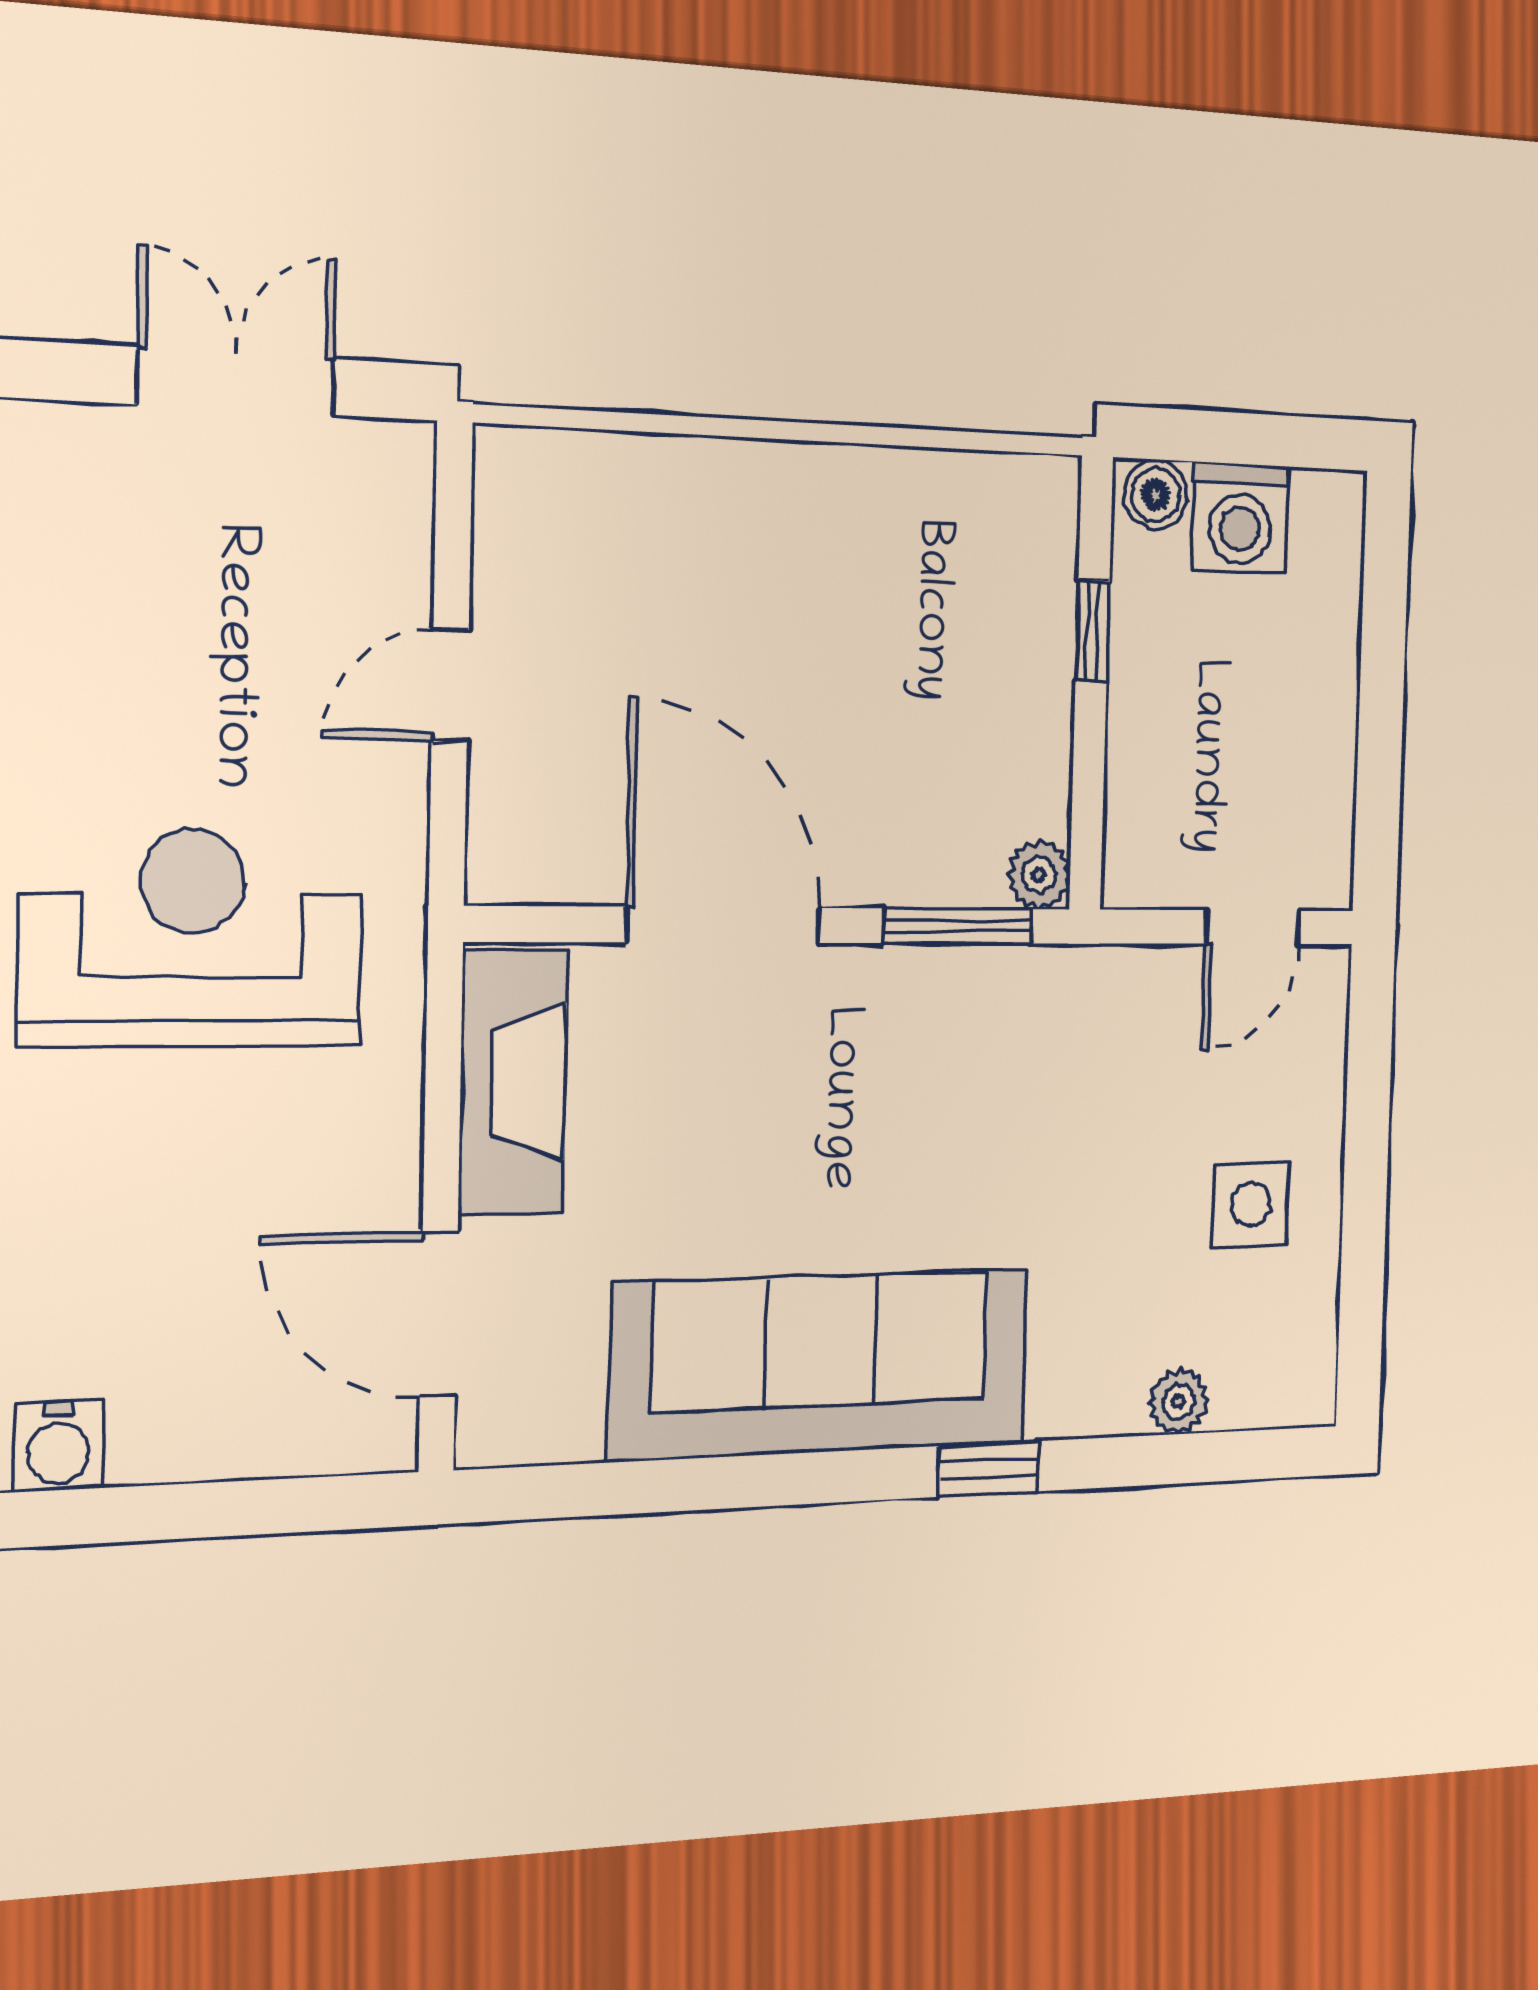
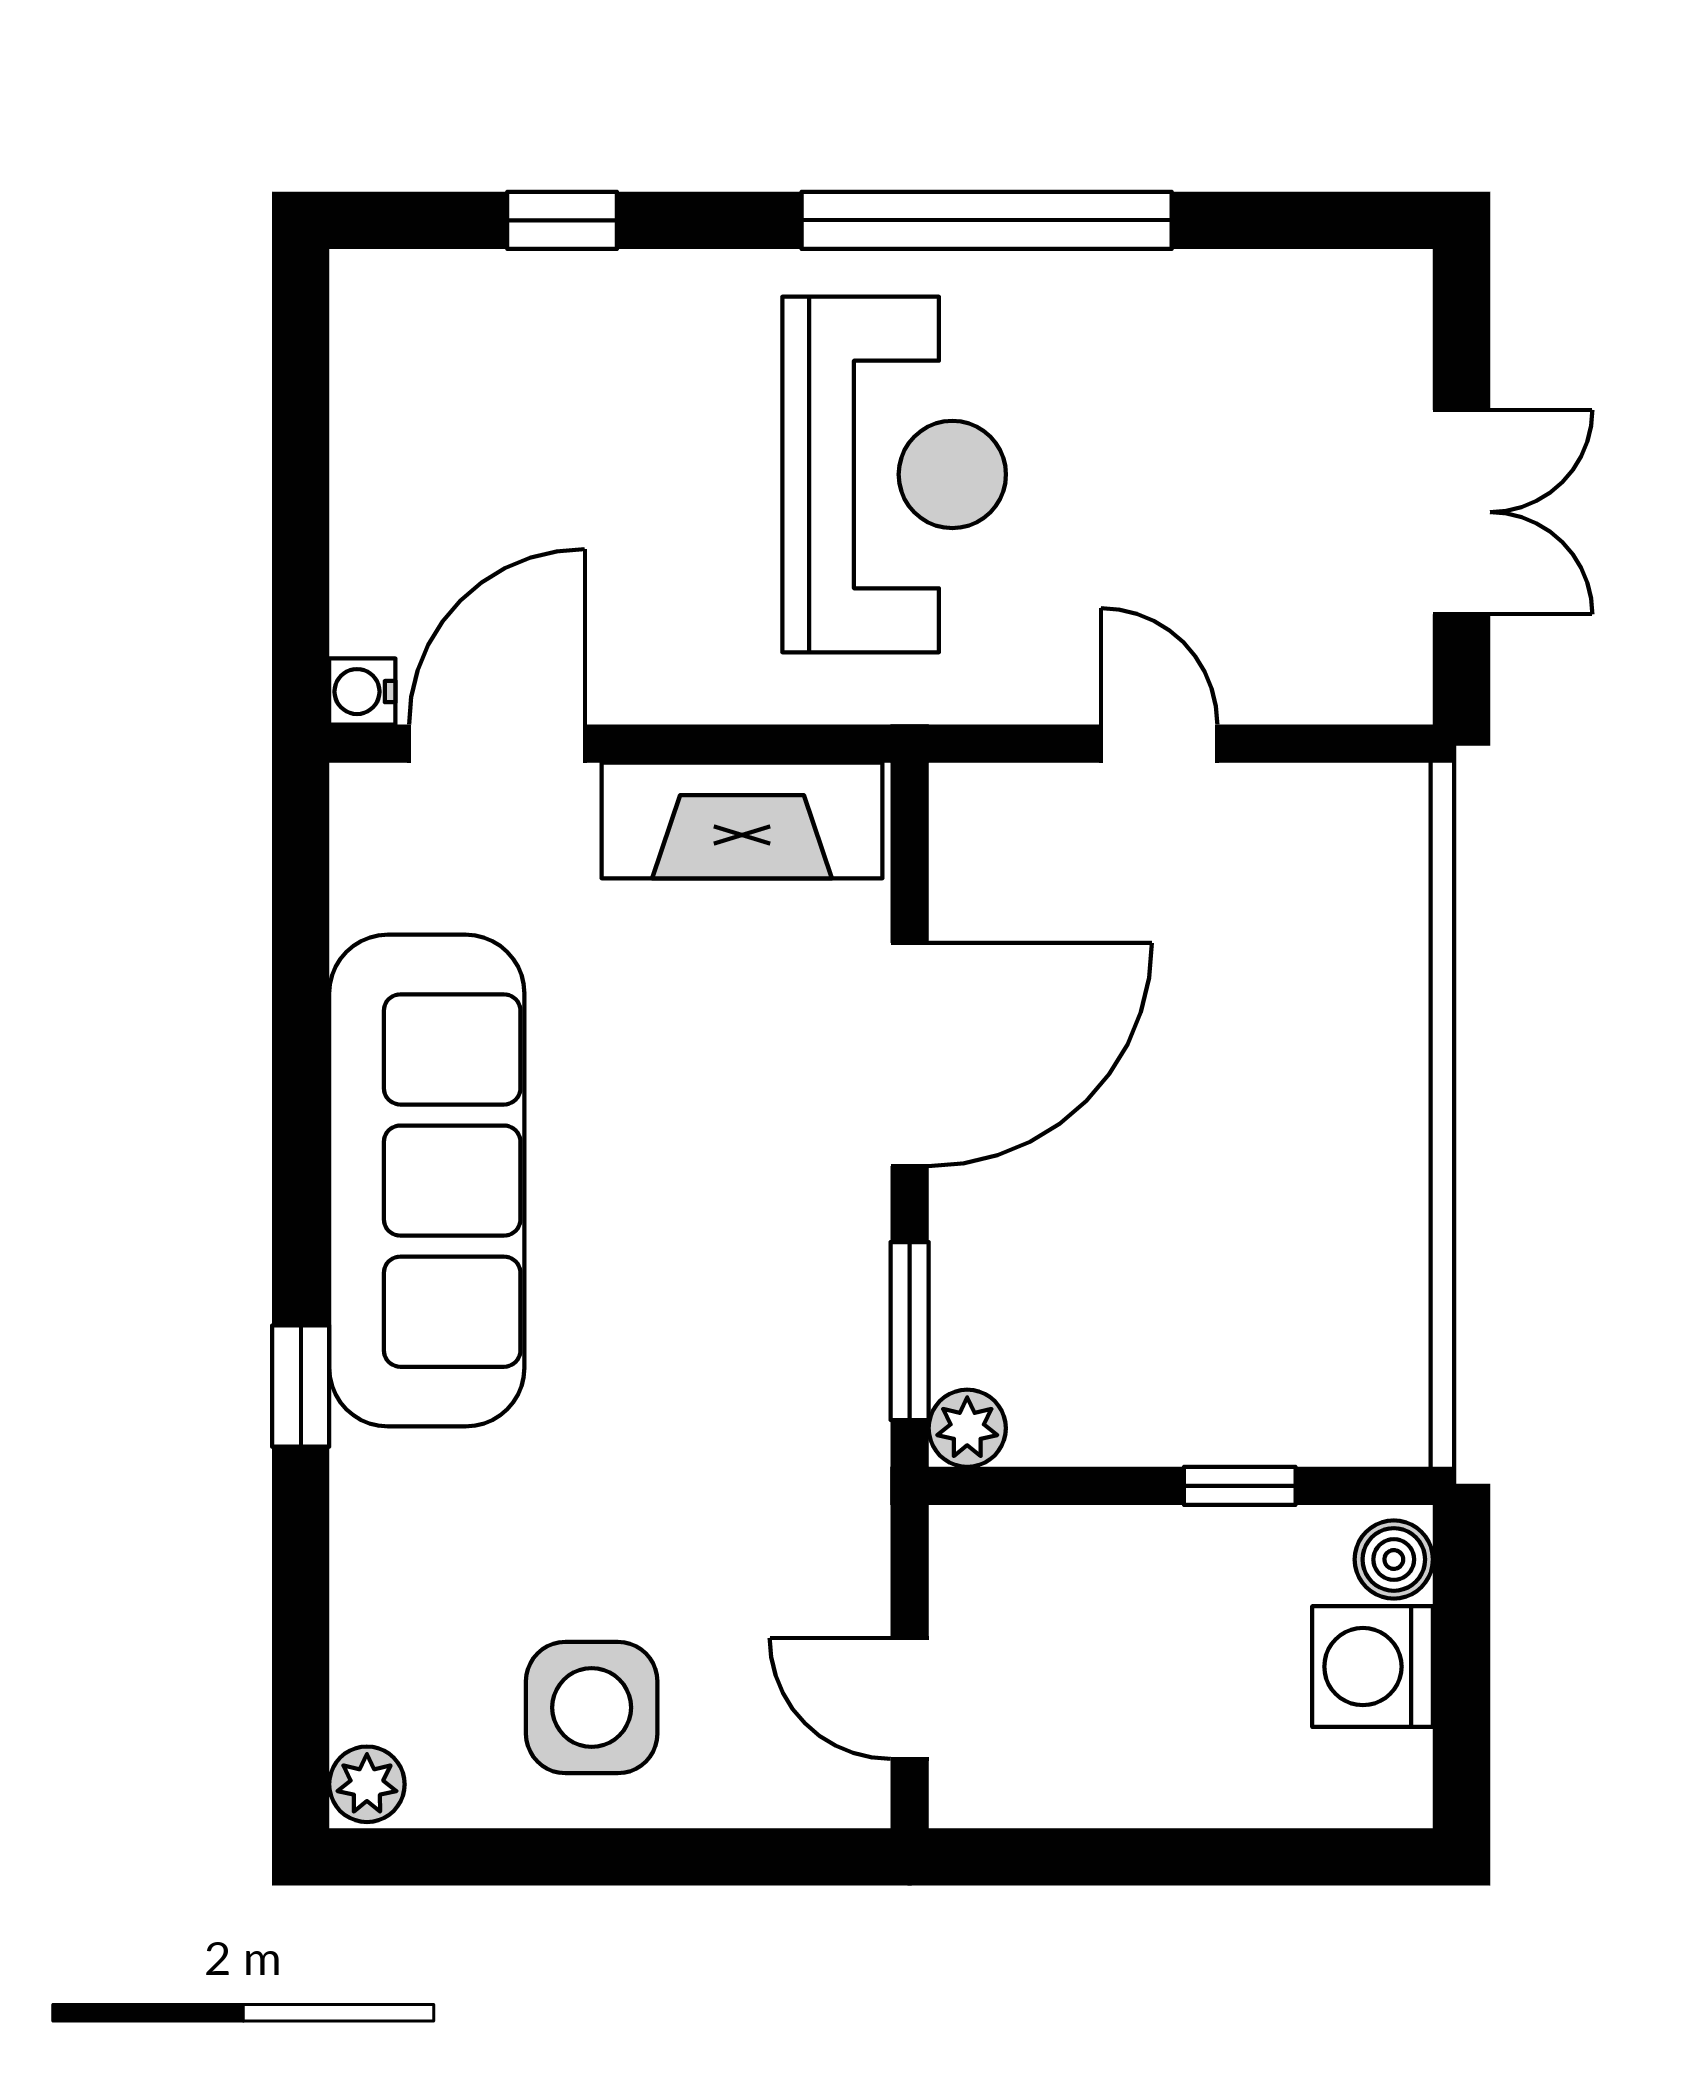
side table: (1251, 1204) -> (592, 1708), width x1.37, depth x1.37
plant: (1179, 1401) -> (367, 1784), moved
water cooler: (58, 1446) -> (362, 692), moved, width x0.72, depth x0.72

